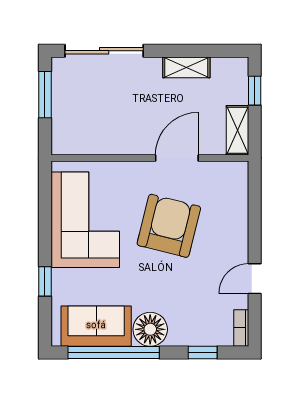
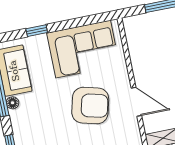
floor lamp: (150, 329) -> (13, 103), width x0.53, depth x0.53

